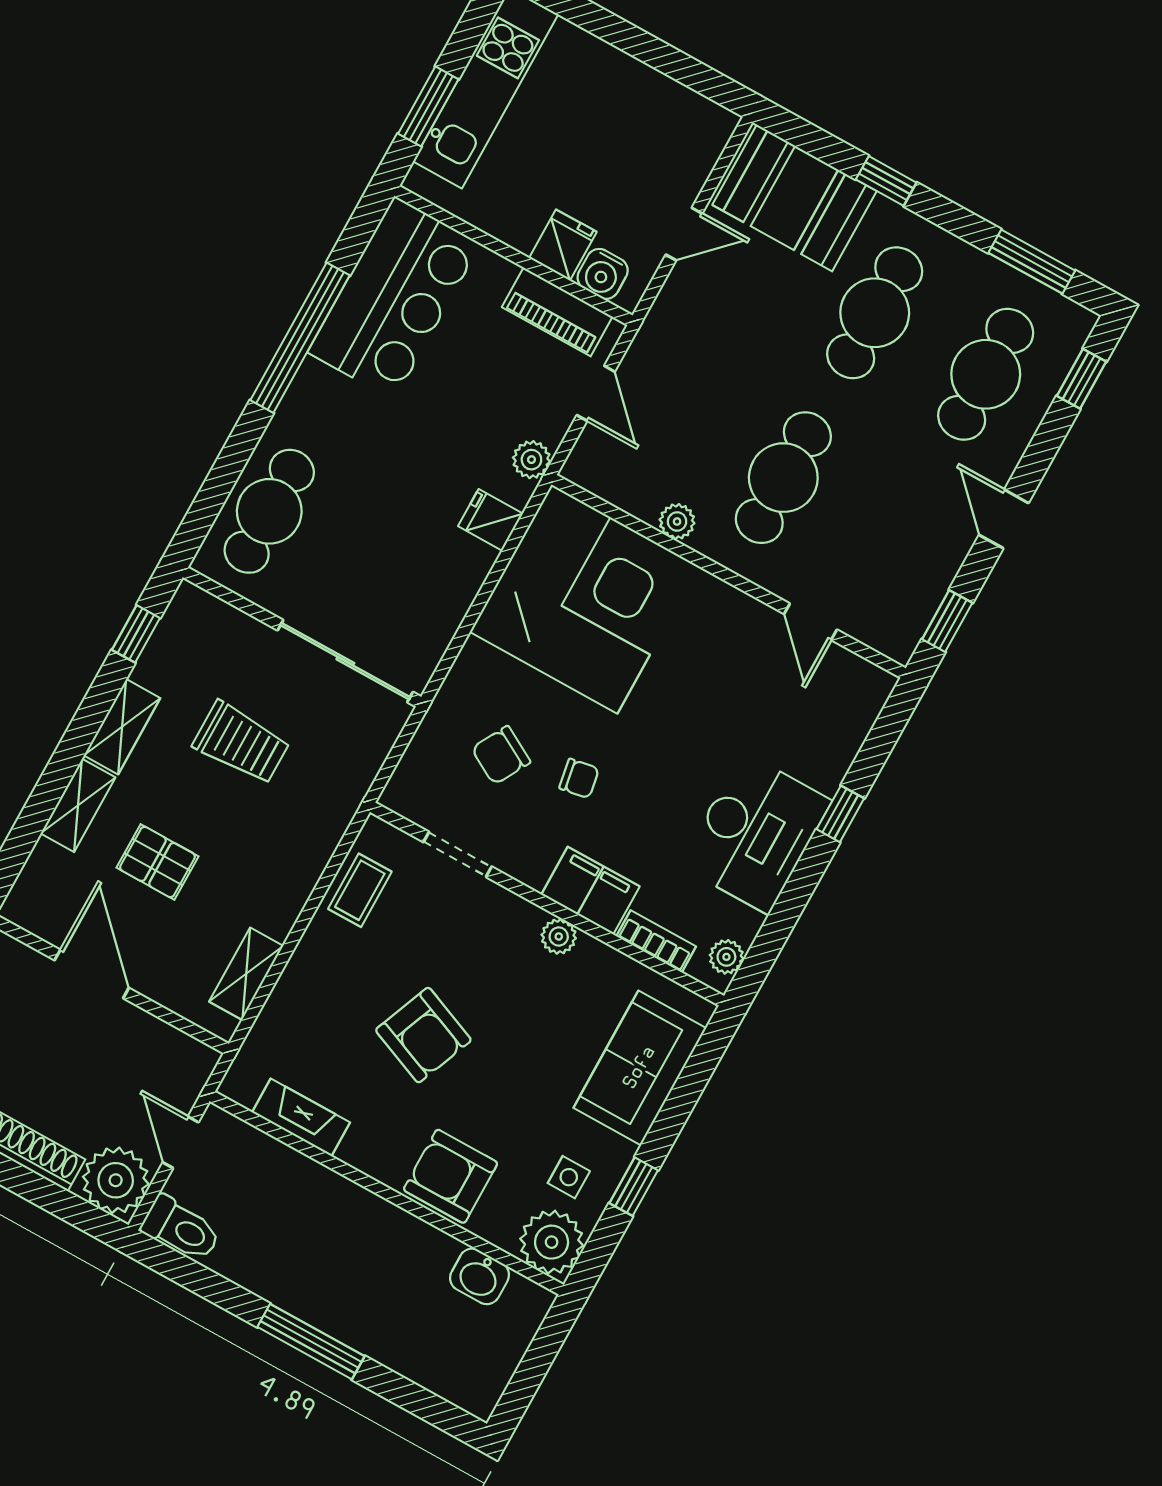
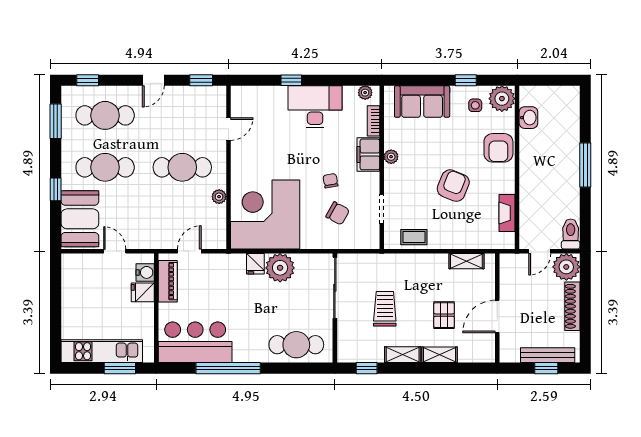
plant: (531, 460) -> (280, 268), moved, width x1.88, depth x1.88

